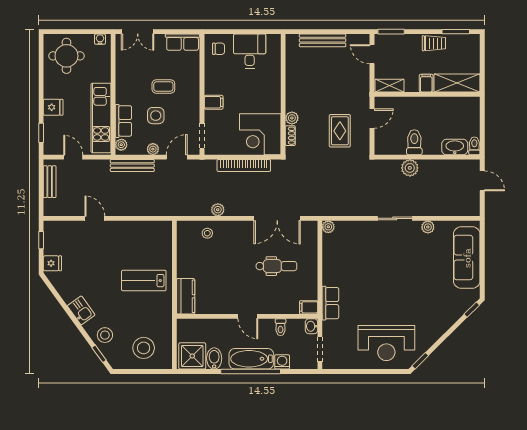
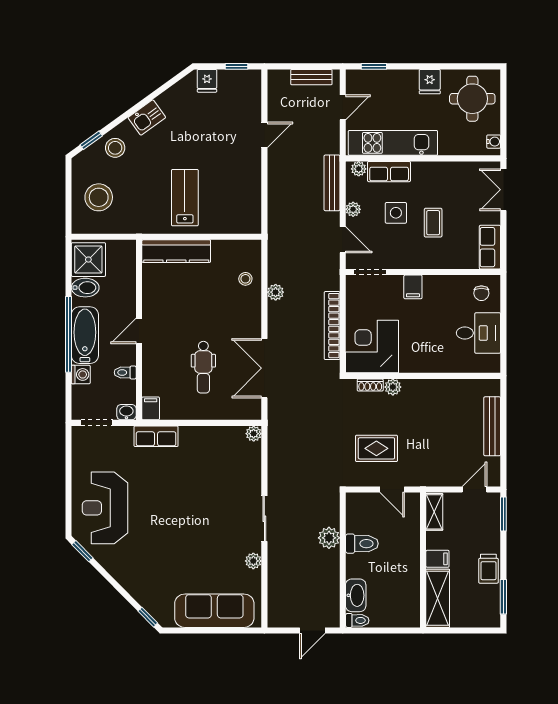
fridge: (53, 107) -> (430, 82), moved
kitchen counter: (186, 296) -> (176, 251), width x1.50

